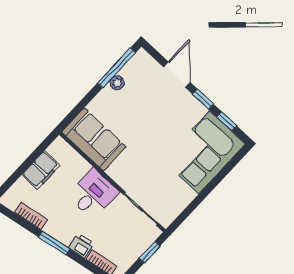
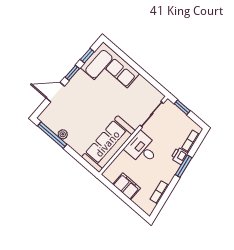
sofa: (94, 139) -> (108, 144), width x1.36
window: (54, 243) -> (184, 166), moved

